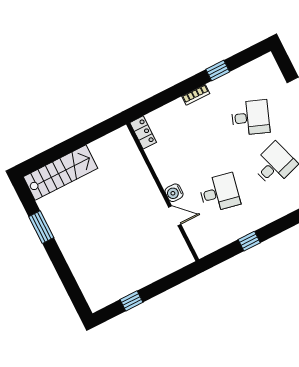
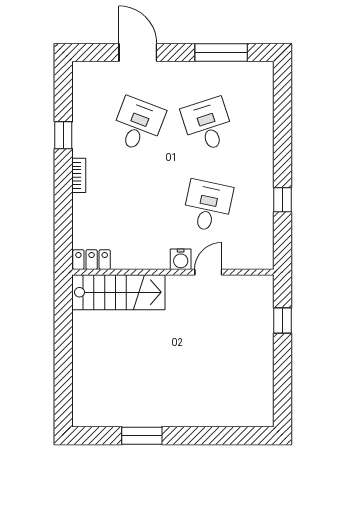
stairs: (61, 173) -> (118, 292), moved, turned 90
window: (131, 301) -> (282, 321), moved

